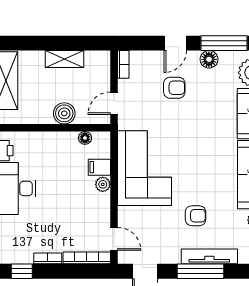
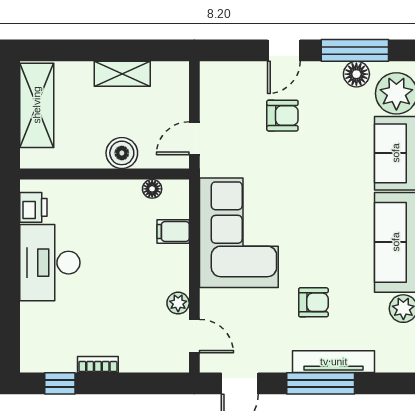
floor lamp: (209, 59) -> (356, 74), moved
bookcase: (123, 64) -> (208, 82), removed
plant: (103, 184) -> (178, 303), moved
bookcase: (87, 258) -> (155, 364), removed

